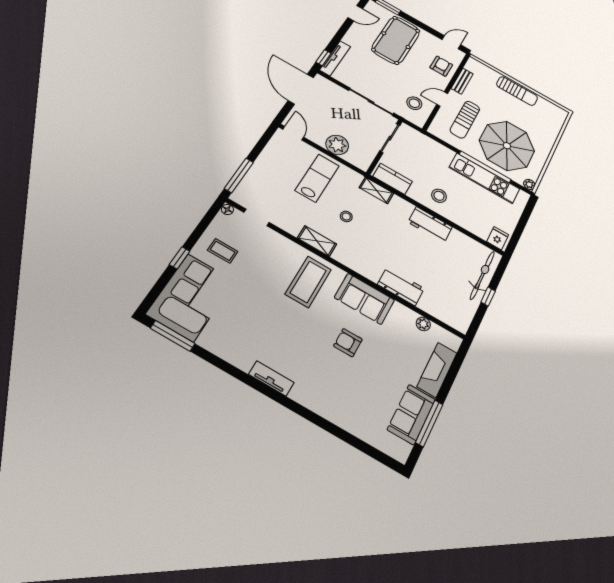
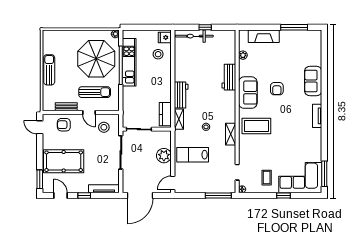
window: (323, 58) -> (84, 196), moved
stool: (439, 196) -> (158, 54), moved
workbench: (430, 225) -> (181, 95), moved
sofa: (411, 414) -> (313, 81), moved, turned 90

